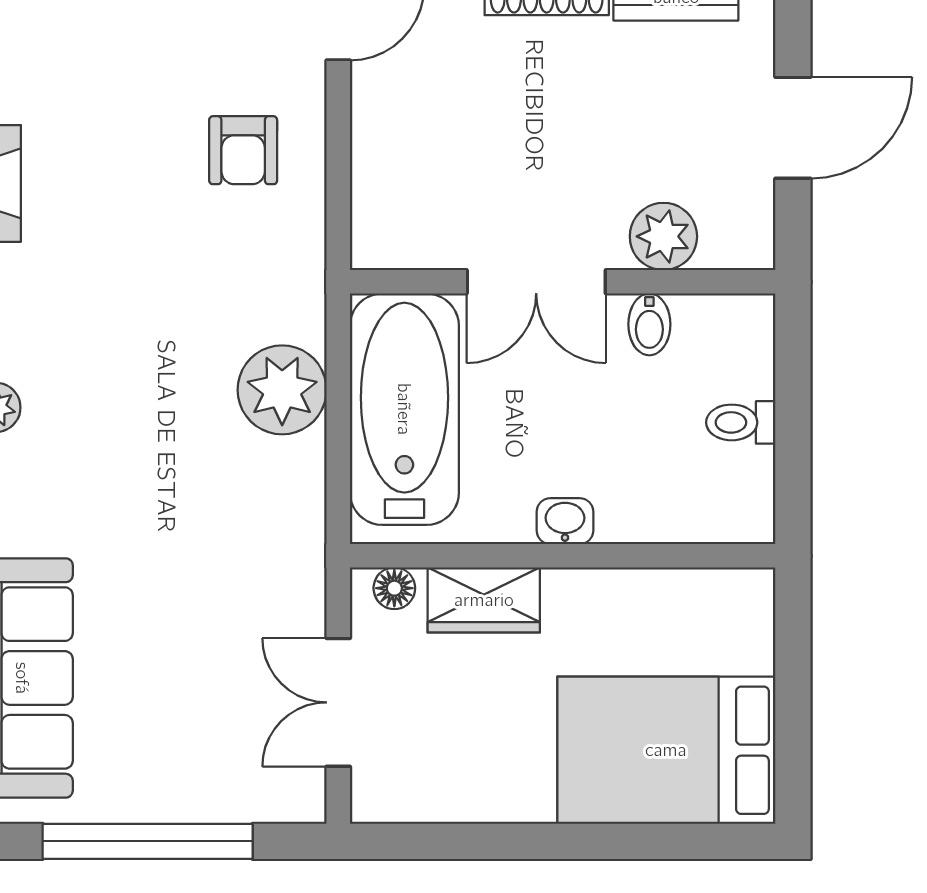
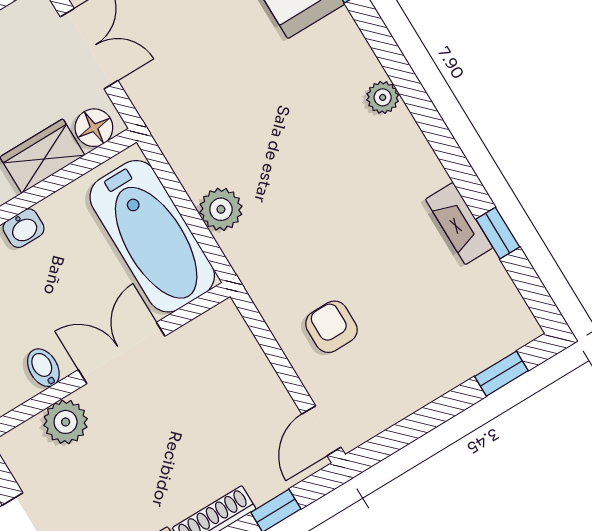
plant: (282, 390) -> (221, 209), width x0.73, depth x0.73
floor lamp: (394, 588) -> (94, 128), width x1.37, depth x1.37

